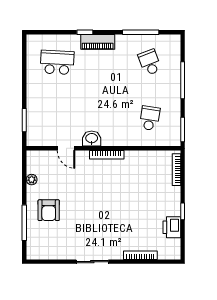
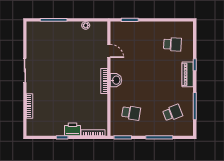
school desk: (57, 62) -> (172, 44), width x0.54
washbasin: (92, 139) -> (116, 80), moved
door: (66, 148) -> (109, 51), swing flipped
armchair: (49, 210) -> (63, 38), removed
printer: (172, 227) -> (72, 129), moved

